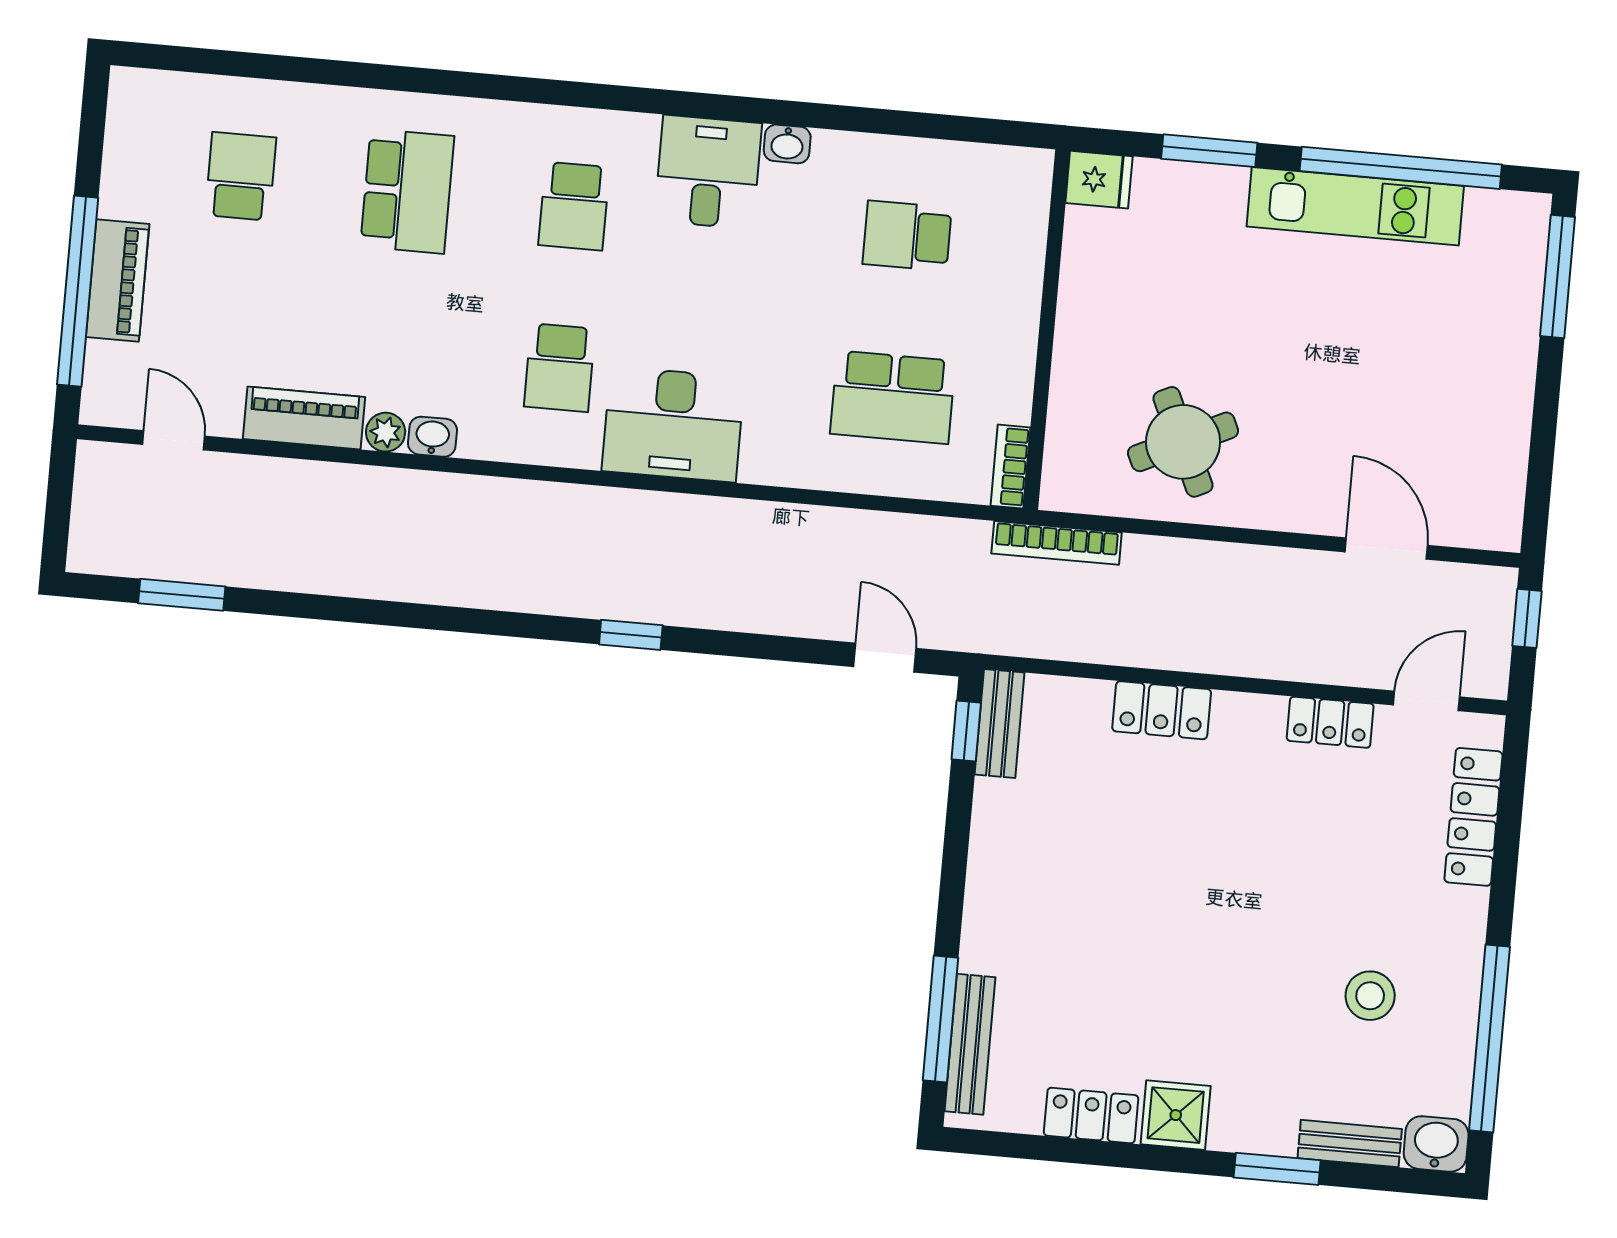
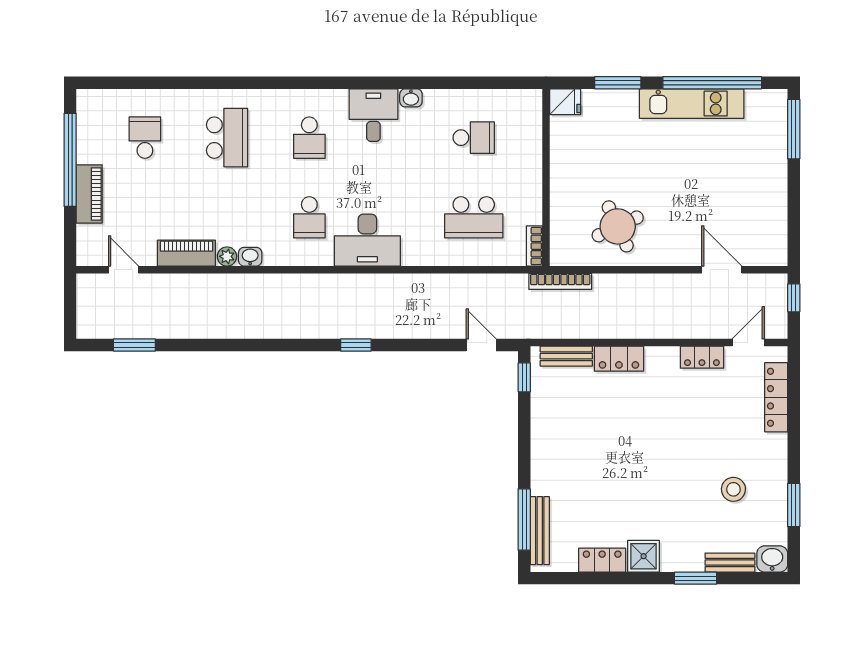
school desk: (907, 236) -> (474, 138), turned 180
window: (78, 291) -> (70, 160), moved
bench: (1000, 724) -> (566, 356), moved, turned 90
window: (1489, 1038) -> (794, 505), width x0.47

